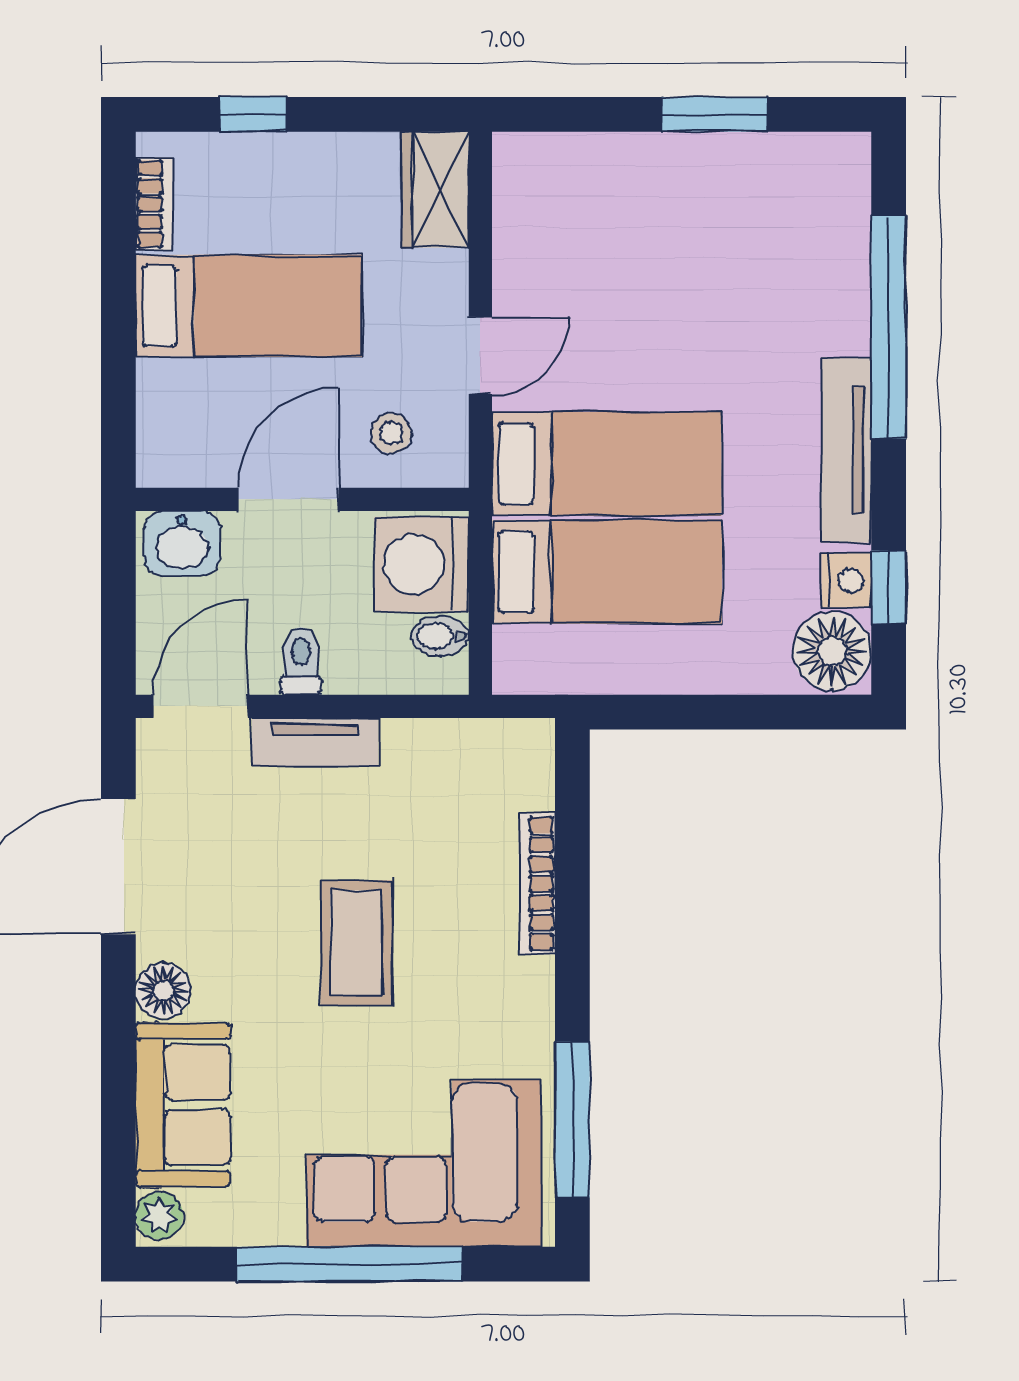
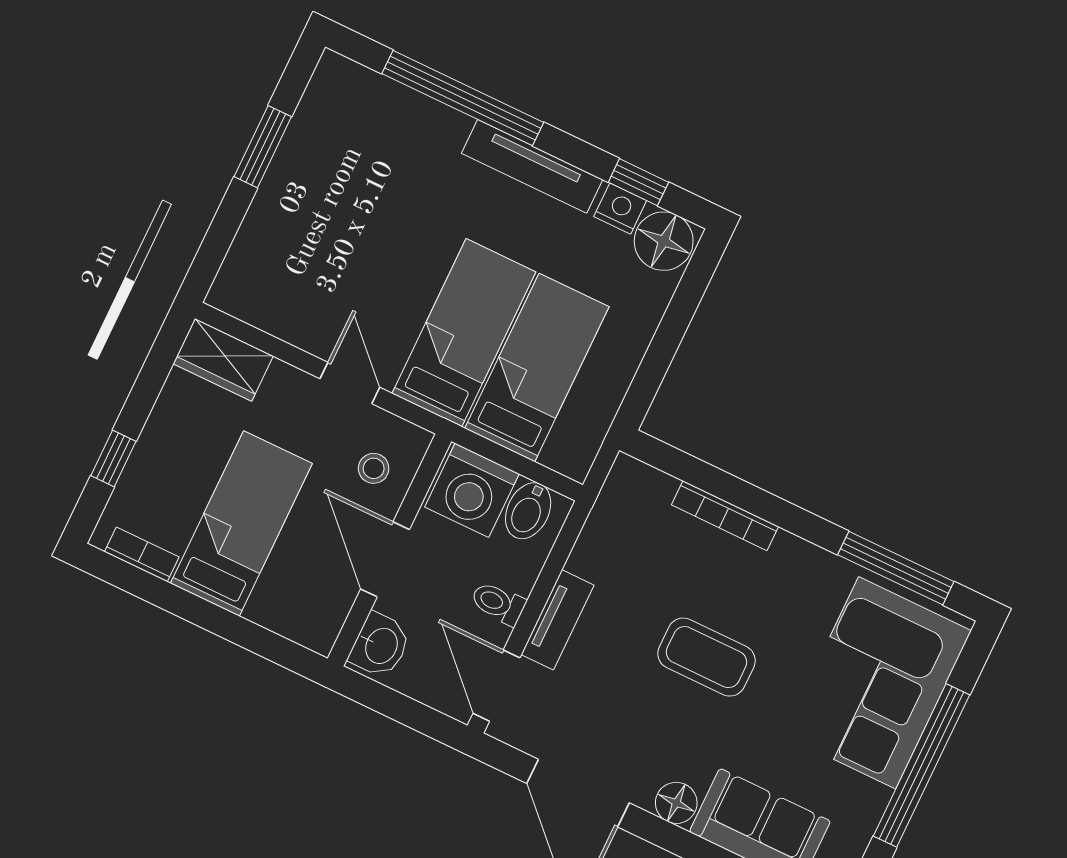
bidet: (440, 636) -> (528, 511), width x1.38, depth x1.36

